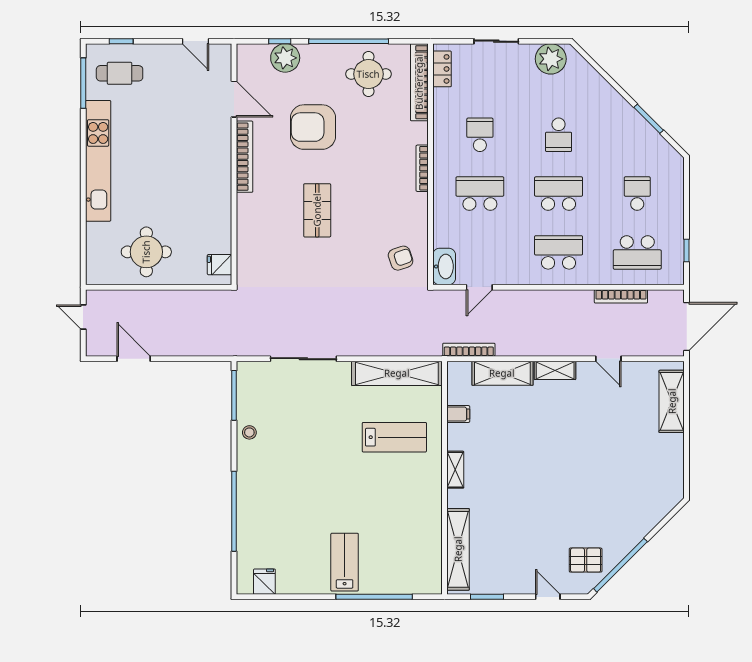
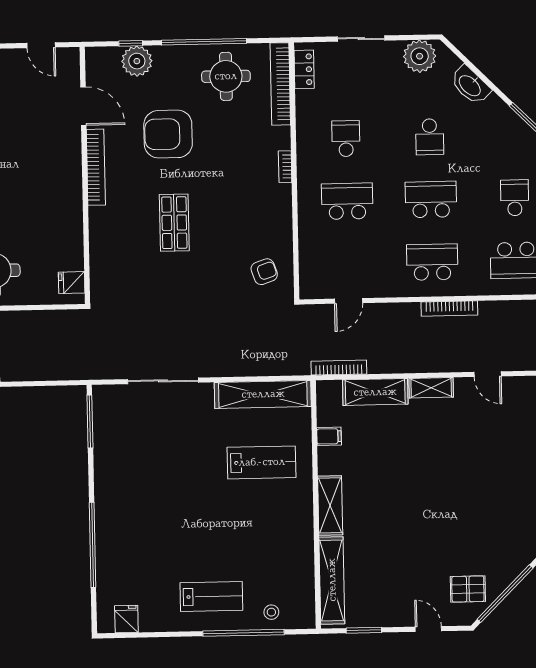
bookcase: (422, 168) -> (285, 167), width x0.64
washbasin: (444, 267) -> (470, 85), moved, turned 135
bookcase: (621, 296) -> (449, 309), moved
stool: (249, 432) -> (271, 612), moved
shelving: (455, 470) -> (330, 505), width x1.50, depth x1.33
lab bench: (345, 562) -> (211, 597), turned 90

